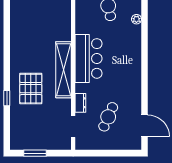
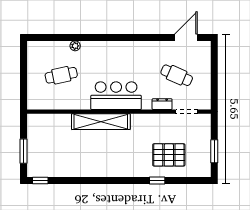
shelving: (64, 70) -> (101, 122), moved
pallet: (31, 89) -> (169, 155), moved

